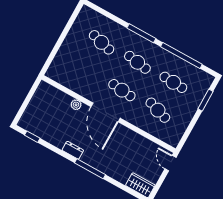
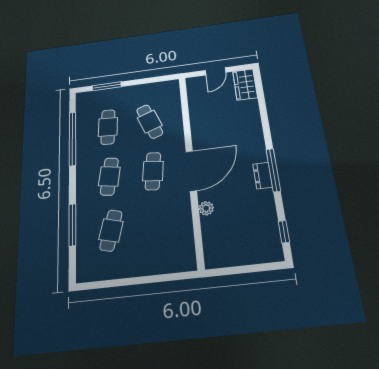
window: (141, 33) -> (72, 225), moved
cafe table: (158, 110) -> (150, 122), turned -39
door: (170, 163) -> (215, 71), moved
window: (90, 169) -> (273, 170), moved

